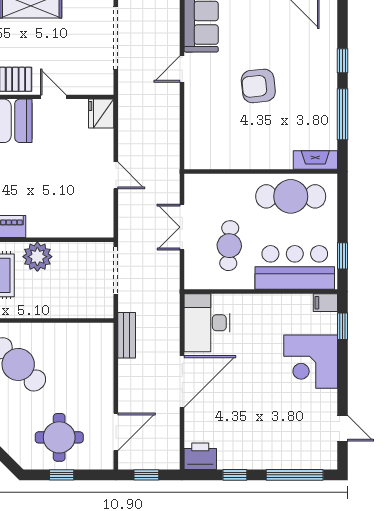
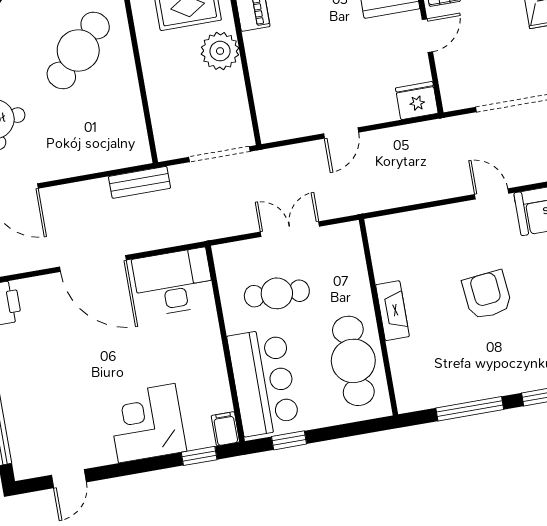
fireplace: (315, 160) -> (392, 311), moved

